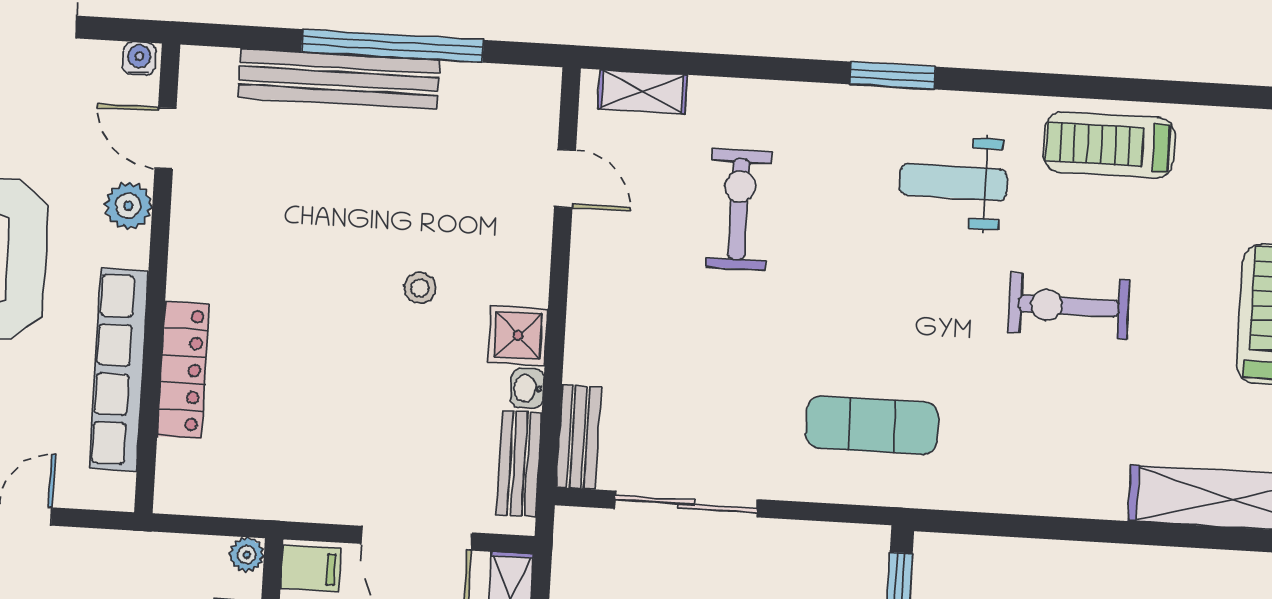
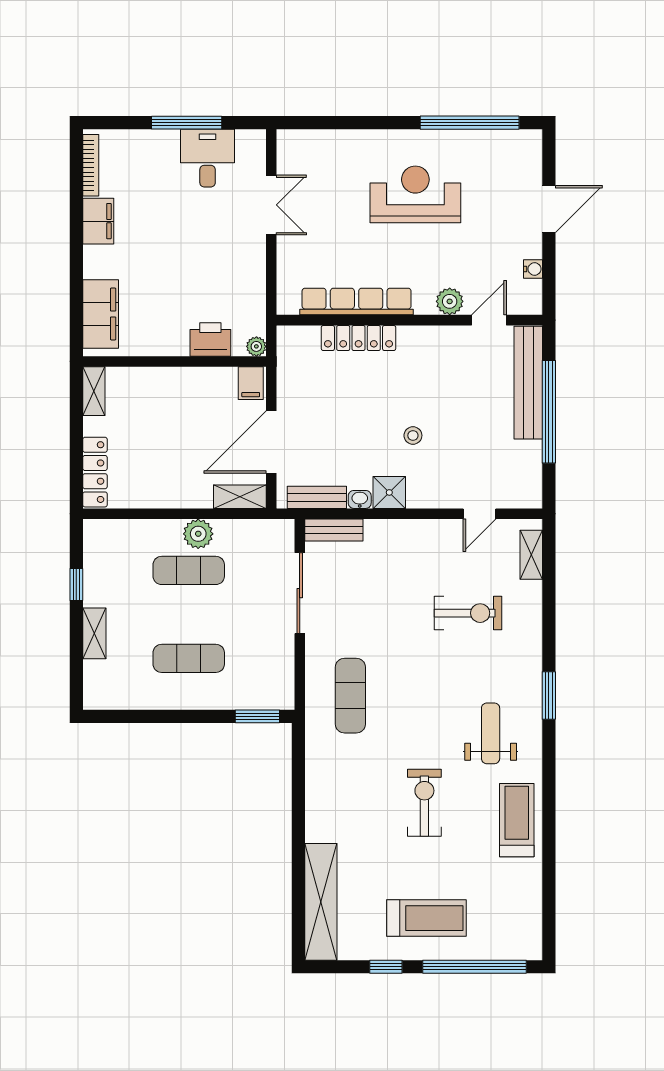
door: (165, 138) -> (489, 320), moved
plant: (128, 206) -> (450, 301), moved
wall: (157, 278) -> (409, 320), moved
row of seats: (119, 370) -> (357, 302), moved
locker: (183, 370) -> (359, 338), moved

